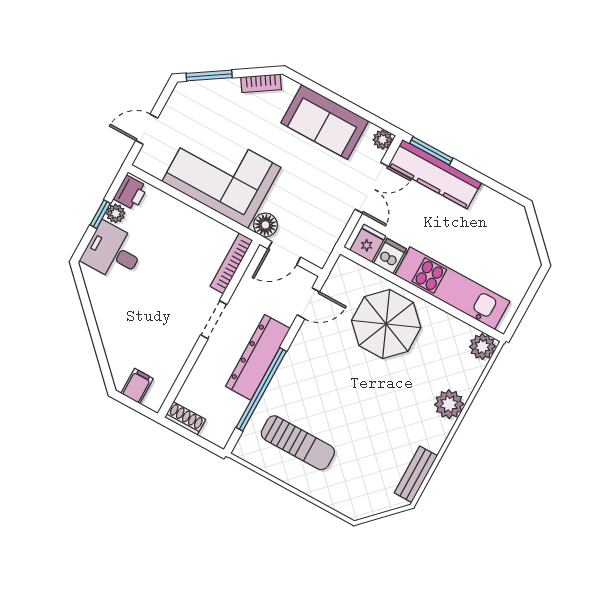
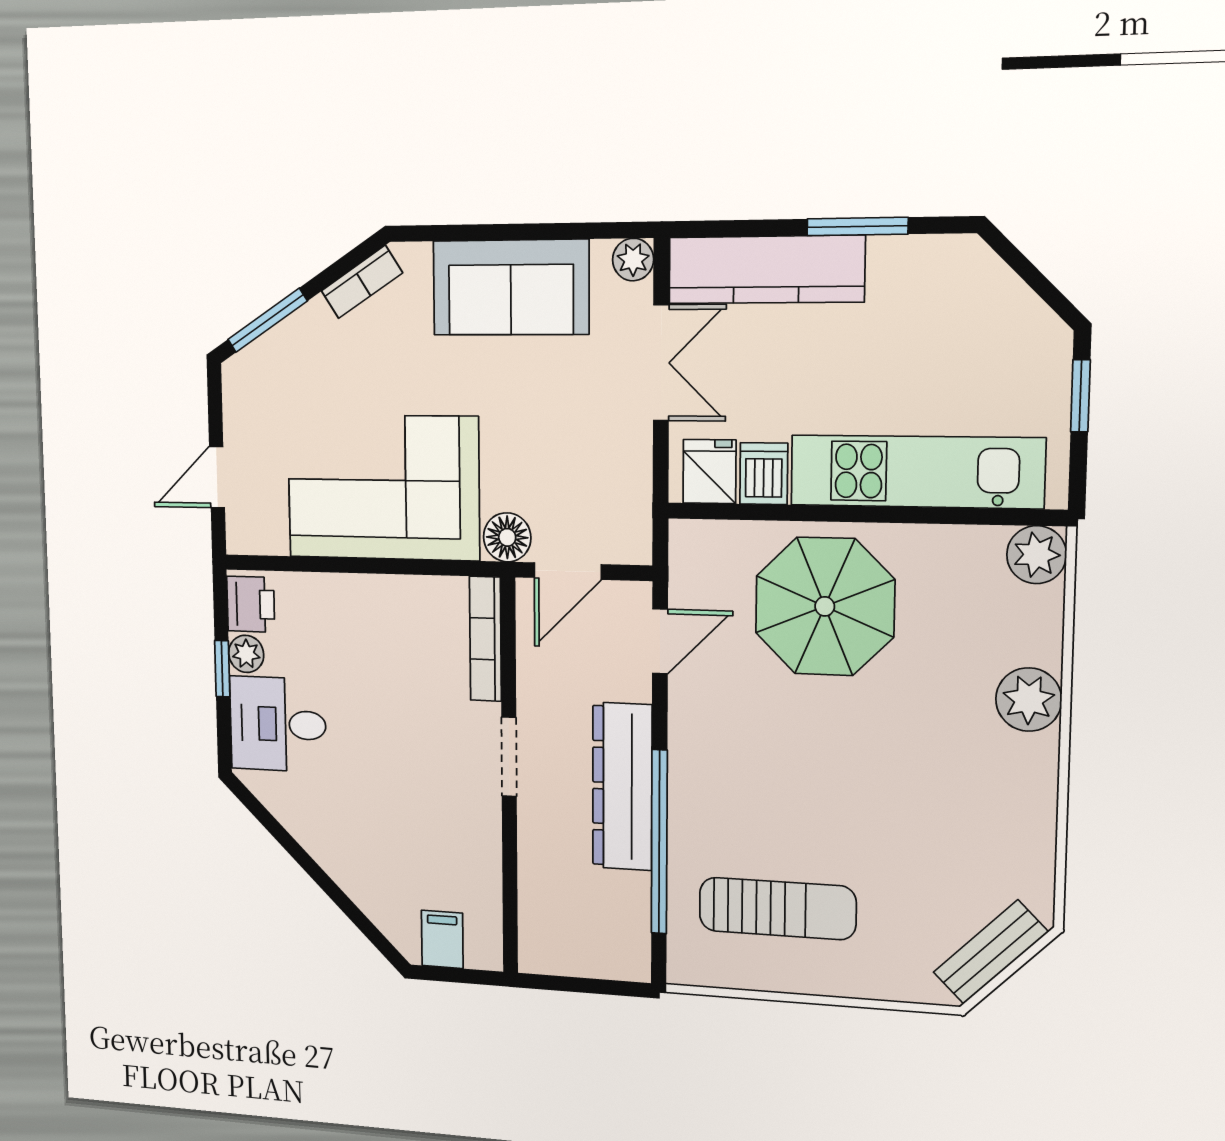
window: (431, 151) -> (857, 226), moved
window: (532, 292) -> (1080, 396), added
shoe rack: (185, 418) -> (554, 958), removed
bench: (416, 474) -> (991, 952), moved, turned 45

